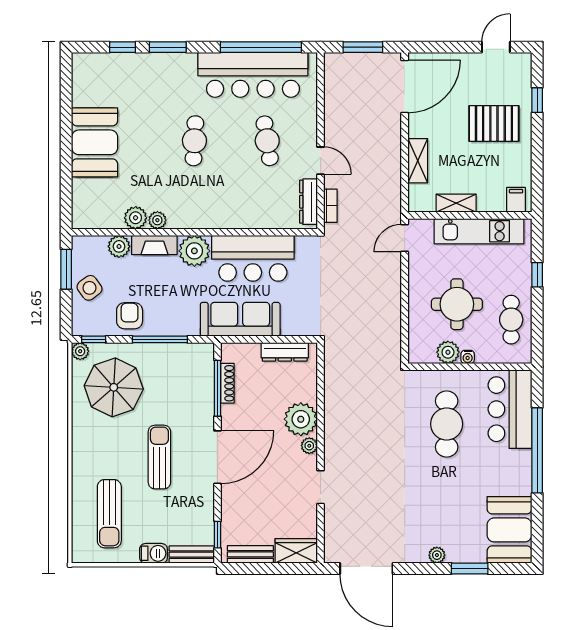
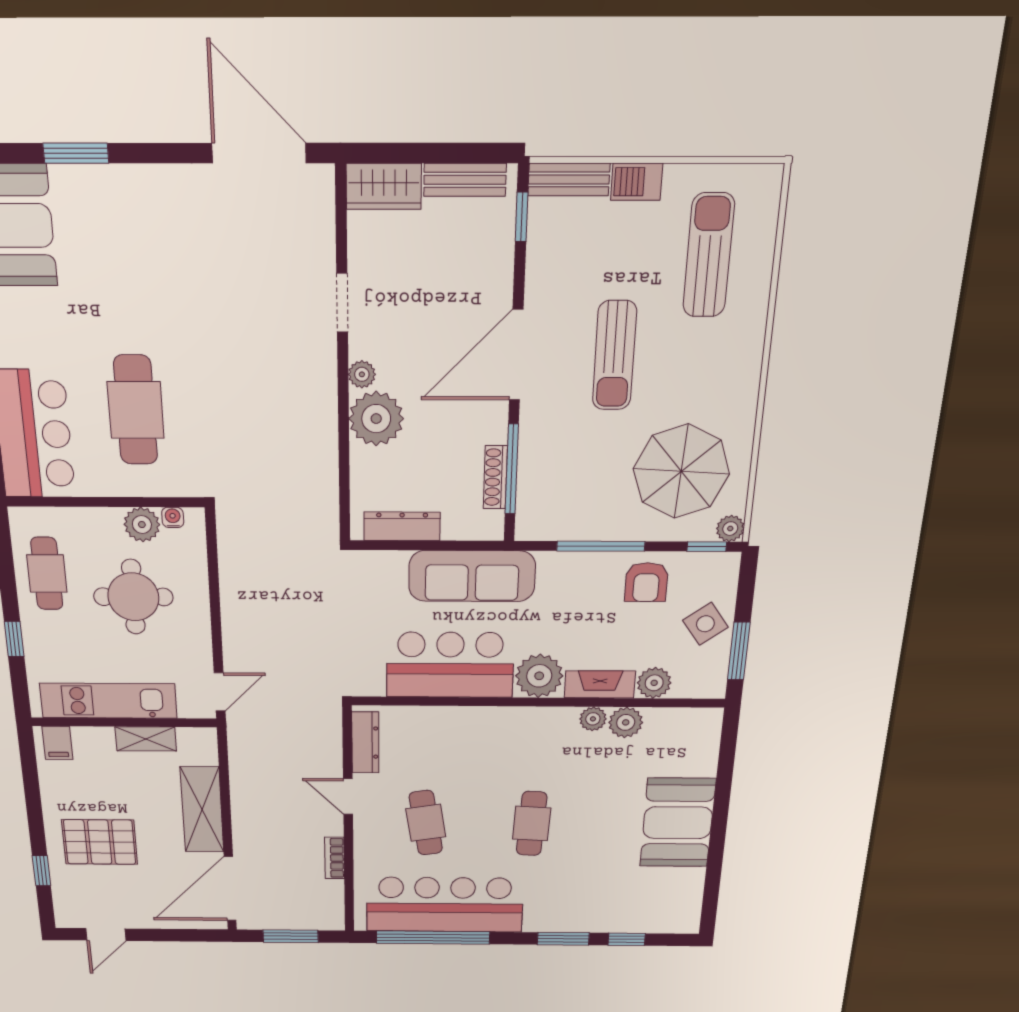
shelving: (418, 161) -> (202, 810), width x1.50, depth x1.33
bookcase: (330, 206) -> (335, 858), moved
water cooler: (468, 357) -> (173, 517), moved
plant: (437, 555) -> (136, 179), removed

